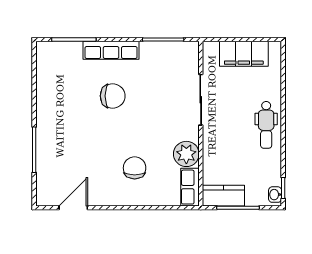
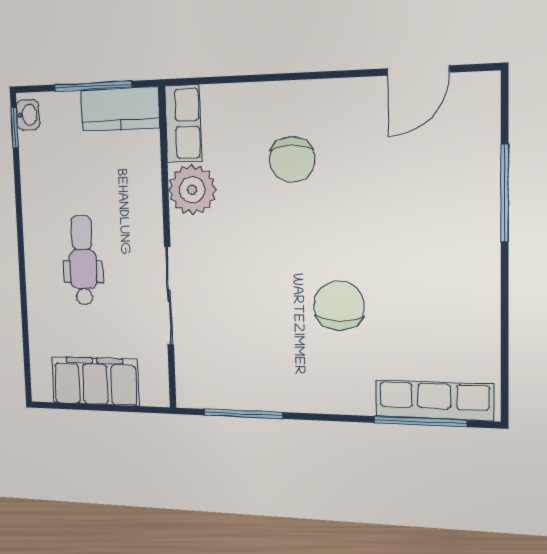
row of seats: (111, 50) -> (434, 400), moved
chair: (113, 96) -> (339, 306), turned 90
dental chair: (266, 125) -> (83, 260), moved

